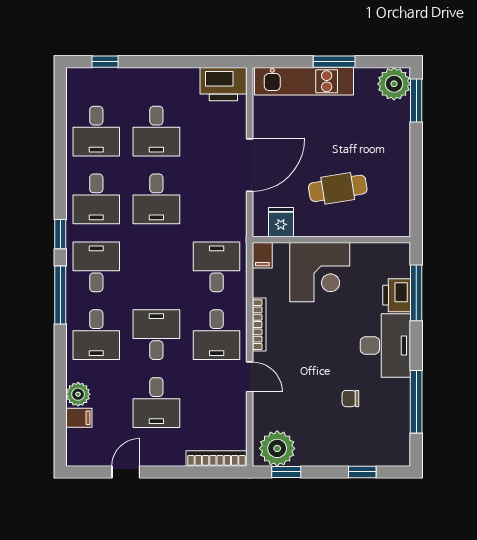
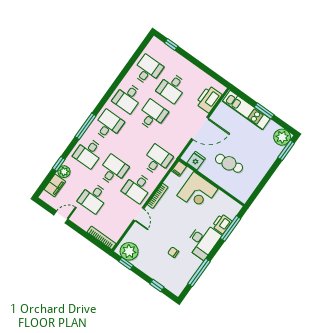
printer: (223, 84) -> (209, 99), moved, turned 90
desk: (96, 131) -> (148, 70), turned 180
desk: (156, 199) -> (152, 115), turned 180
window: (60, 234) -> (59, 164), moved
filing cabinet: (79, 418) -> (55, 185), width x2.00

